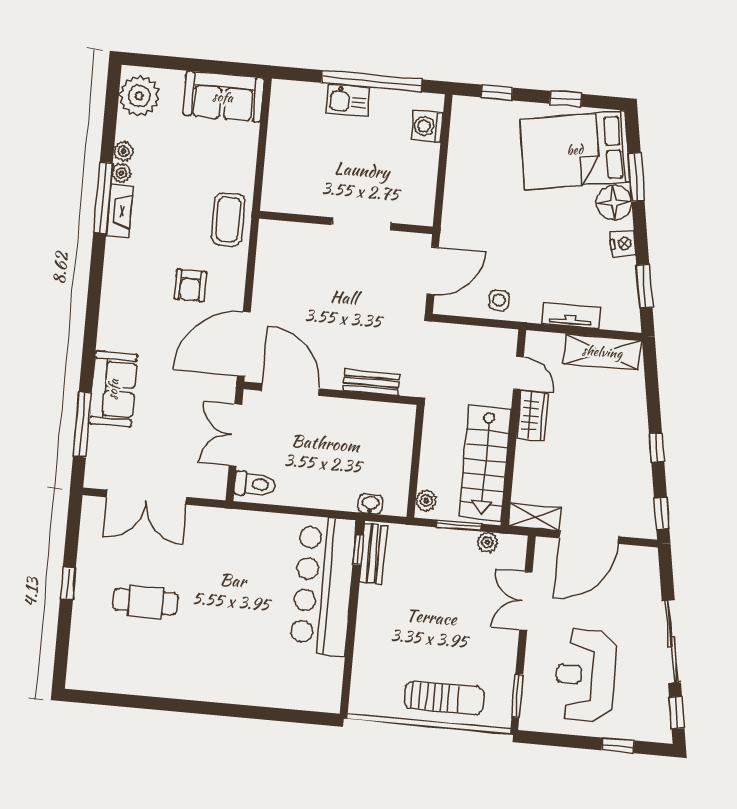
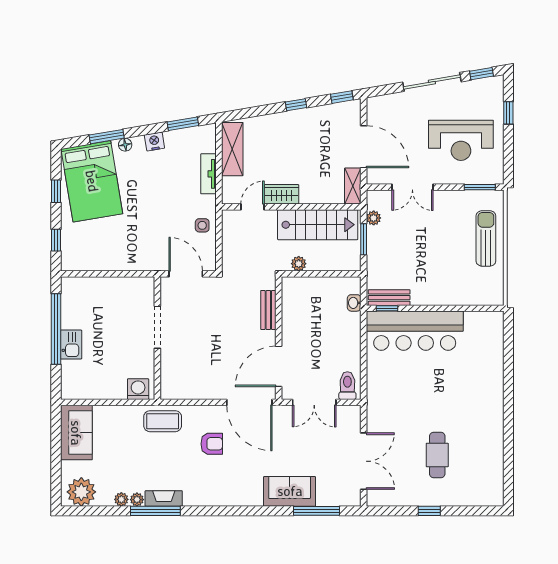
washing machine: (427, 126) -> (138, 389), moved, turned 180
floor lamp: (614, 203) -> (125, 145), width x0.53, depth x0.53
plant: (426, 501) -> (299, 264), moved

